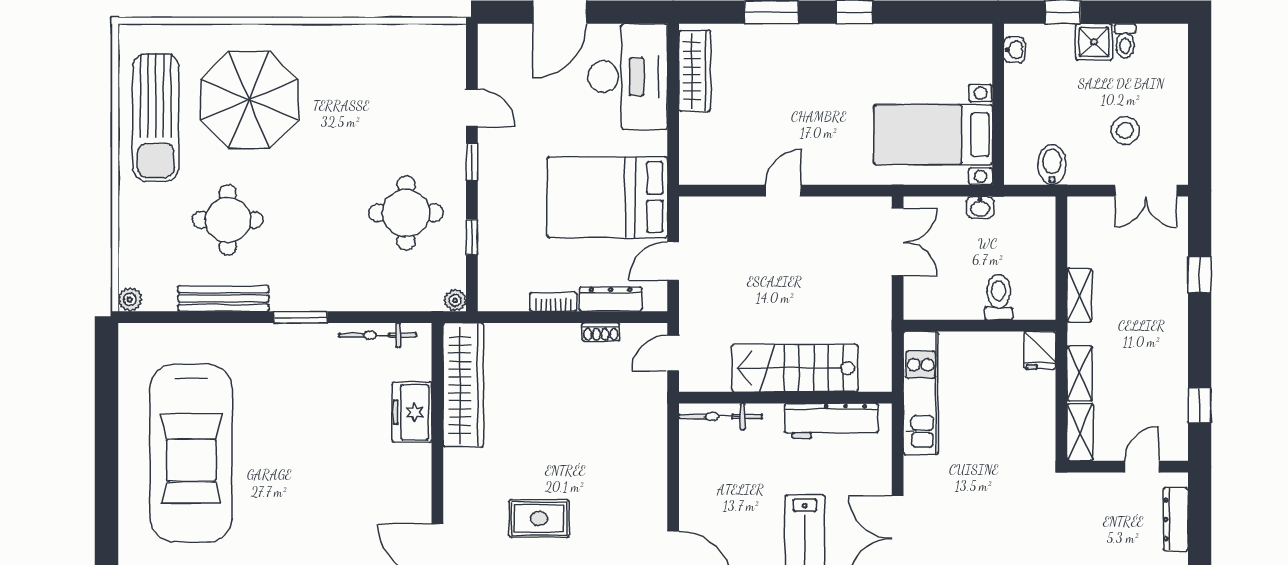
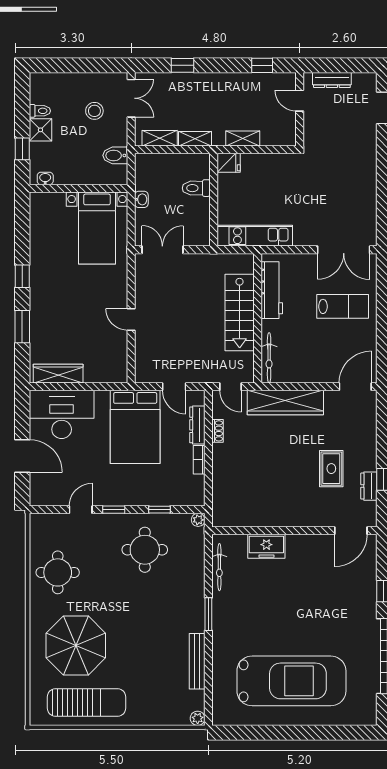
round table: (228, 220) -> (58, 572), moved
wardrobe: (463, 385) -> (285, 403), moved, turned 180
shelving: (1080, 432) -> (160, 138), moved

